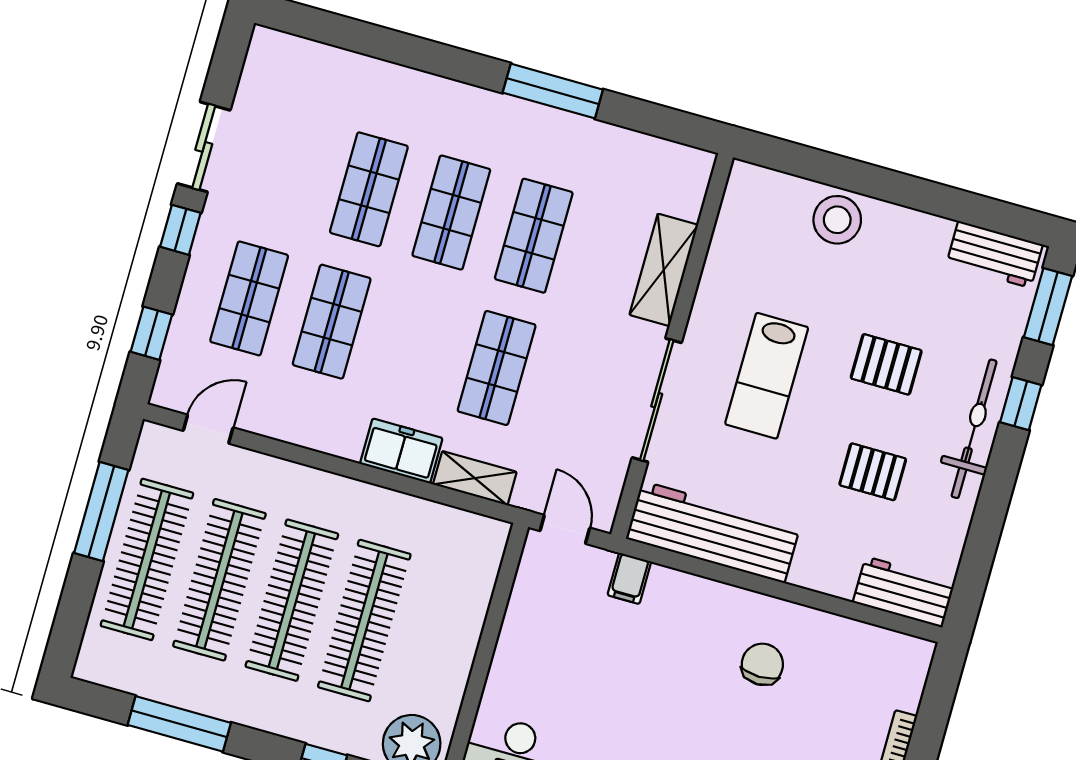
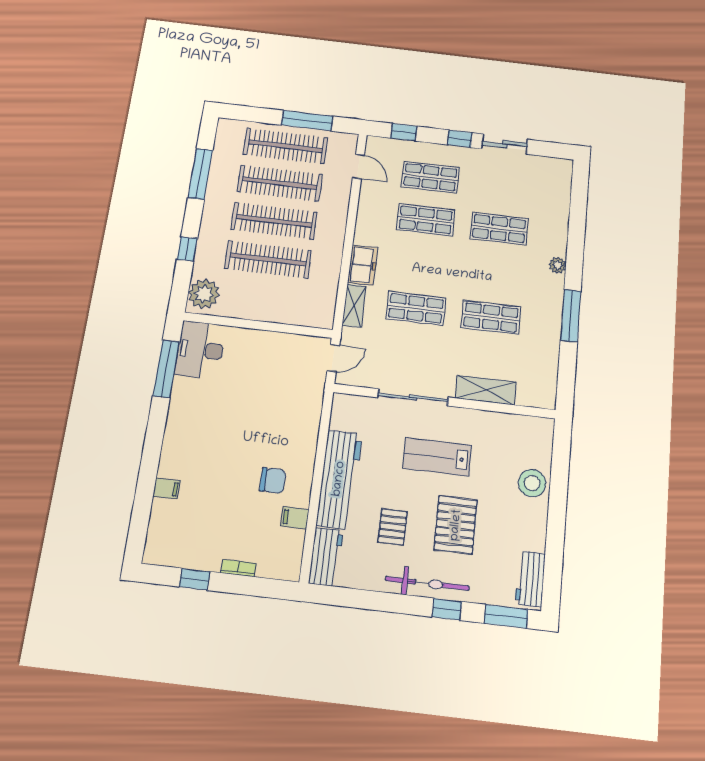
plant: (455, 96) -> (558, 265), added
shop shelf: (451, 213) -> (495, 272), removed
pallet: (886, 364) -> (456, 525), width x1.50, depth x1.42
workbench: (713, 532) -> (339, 479), moved
filing cabinet: (629, 578) -> (295, 518), moved

